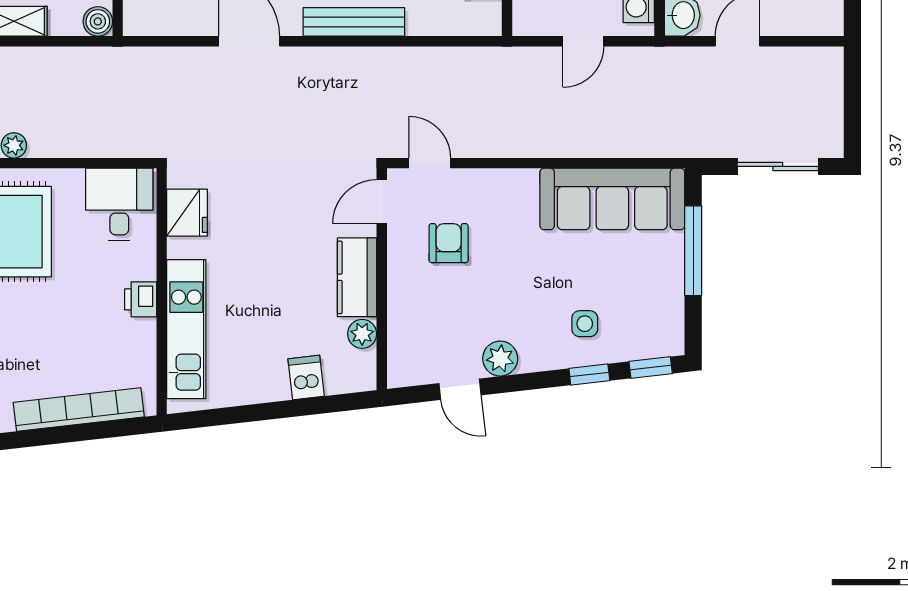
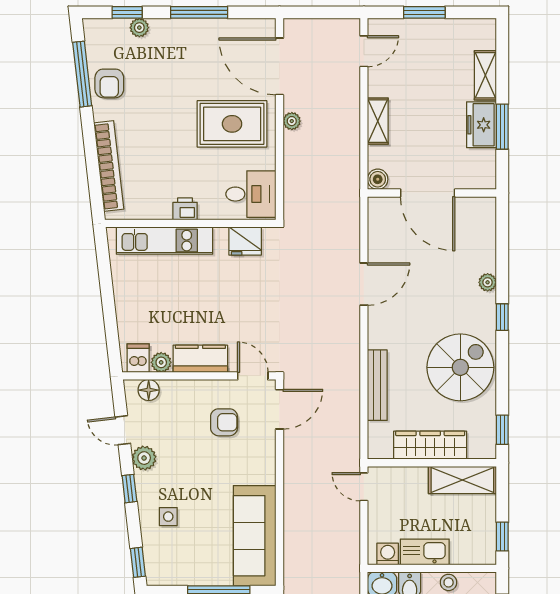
bench: (354, 22) -> (377, 385), moved
door: (583, 41) -> (364, 487), moved
door: (430, 163) -> (279, 409), width x1.38
floor lamp: (402, 352) -> (149, 390), added
window: (589, 375) -> (129, 489), moved
dishwasher: (306, 378) -> (138, 358), moved, turned -83
door: (460, 389) -> (123, 430), hinge flipped

